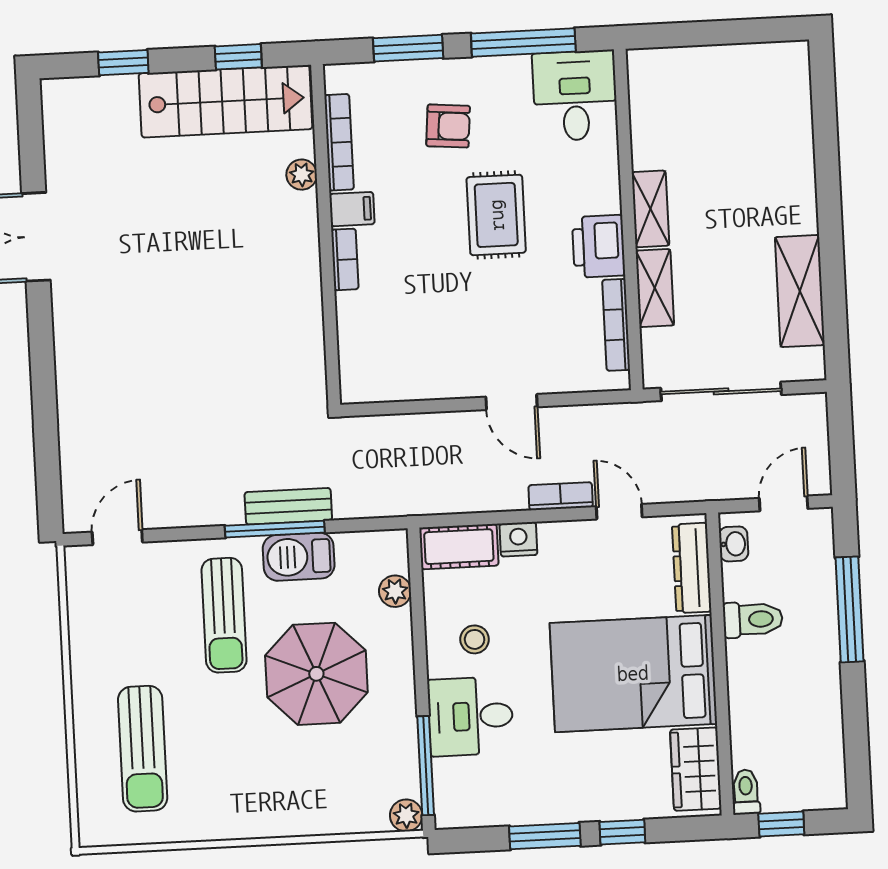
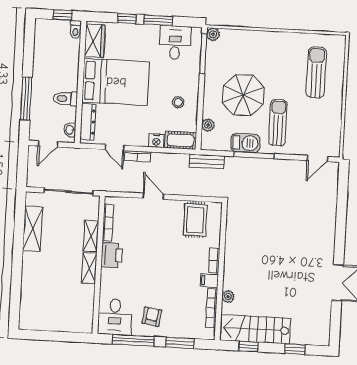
armchair: (448, 126) -> (152, 317), moved, turned 94
rug: (496, 215) -> (195, 220), moved
bench: (288, 506) -> (207, 161), moved
desk: (471, 716) -> (175, 43), moved, turned -90

